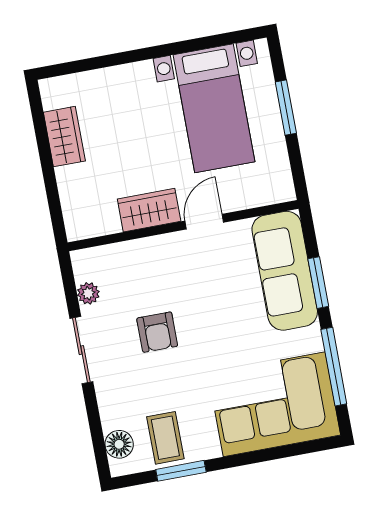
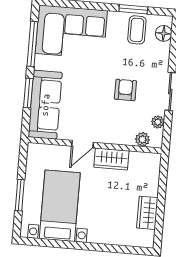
plant: (106, 257) -> (142, 139), added

